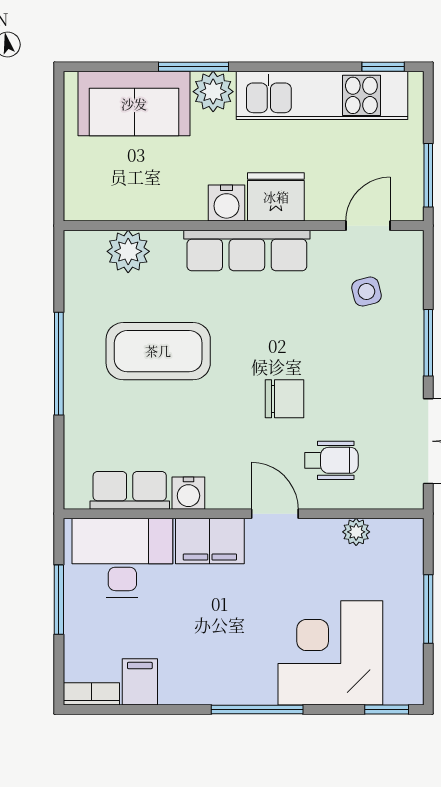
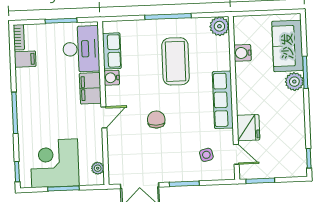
kitchen unit: (322, 95) -> (295, 131), removed
fridge: (276, 197) -> (248, 128), moved
water cooler: (227, 203) -> (243, 53), moved
plant: (128, 251) -> (219, 26), moved
chair: (284, 399) -> (156, 120), turned 180
wheelchair: (331, 460) -> (129, 142), removed
plant: (356, 532) -> (98, 168), moved
corner desk: (330, 653) -> (55, 163), moved, turned -90

